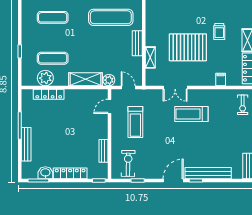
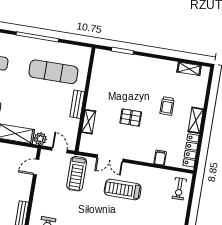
pallet: (188, 47) -> (131, 118), width x0.49, depth x0.50
treadmill: (135, 122) -> (77, 174), moved

